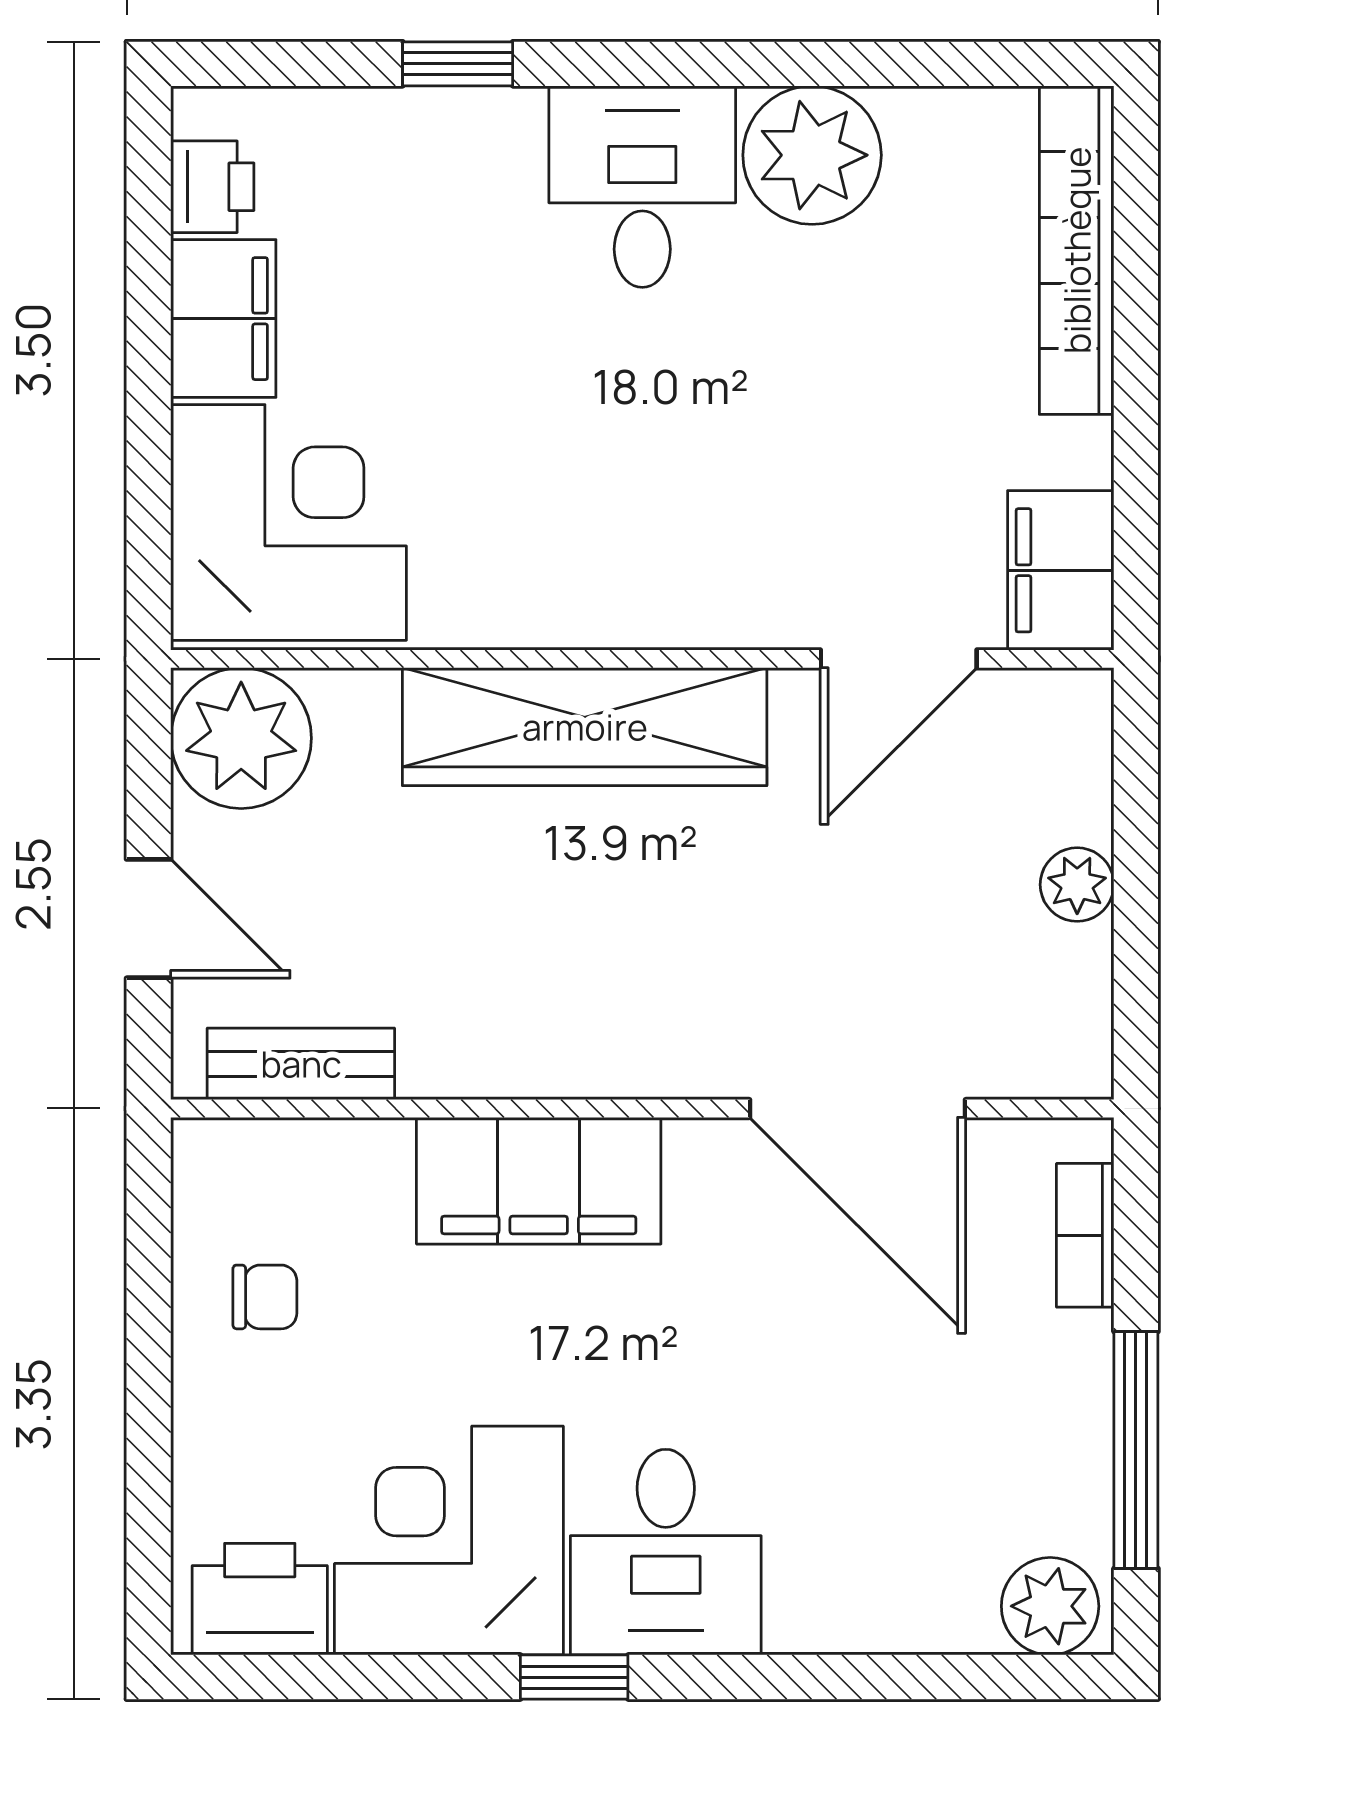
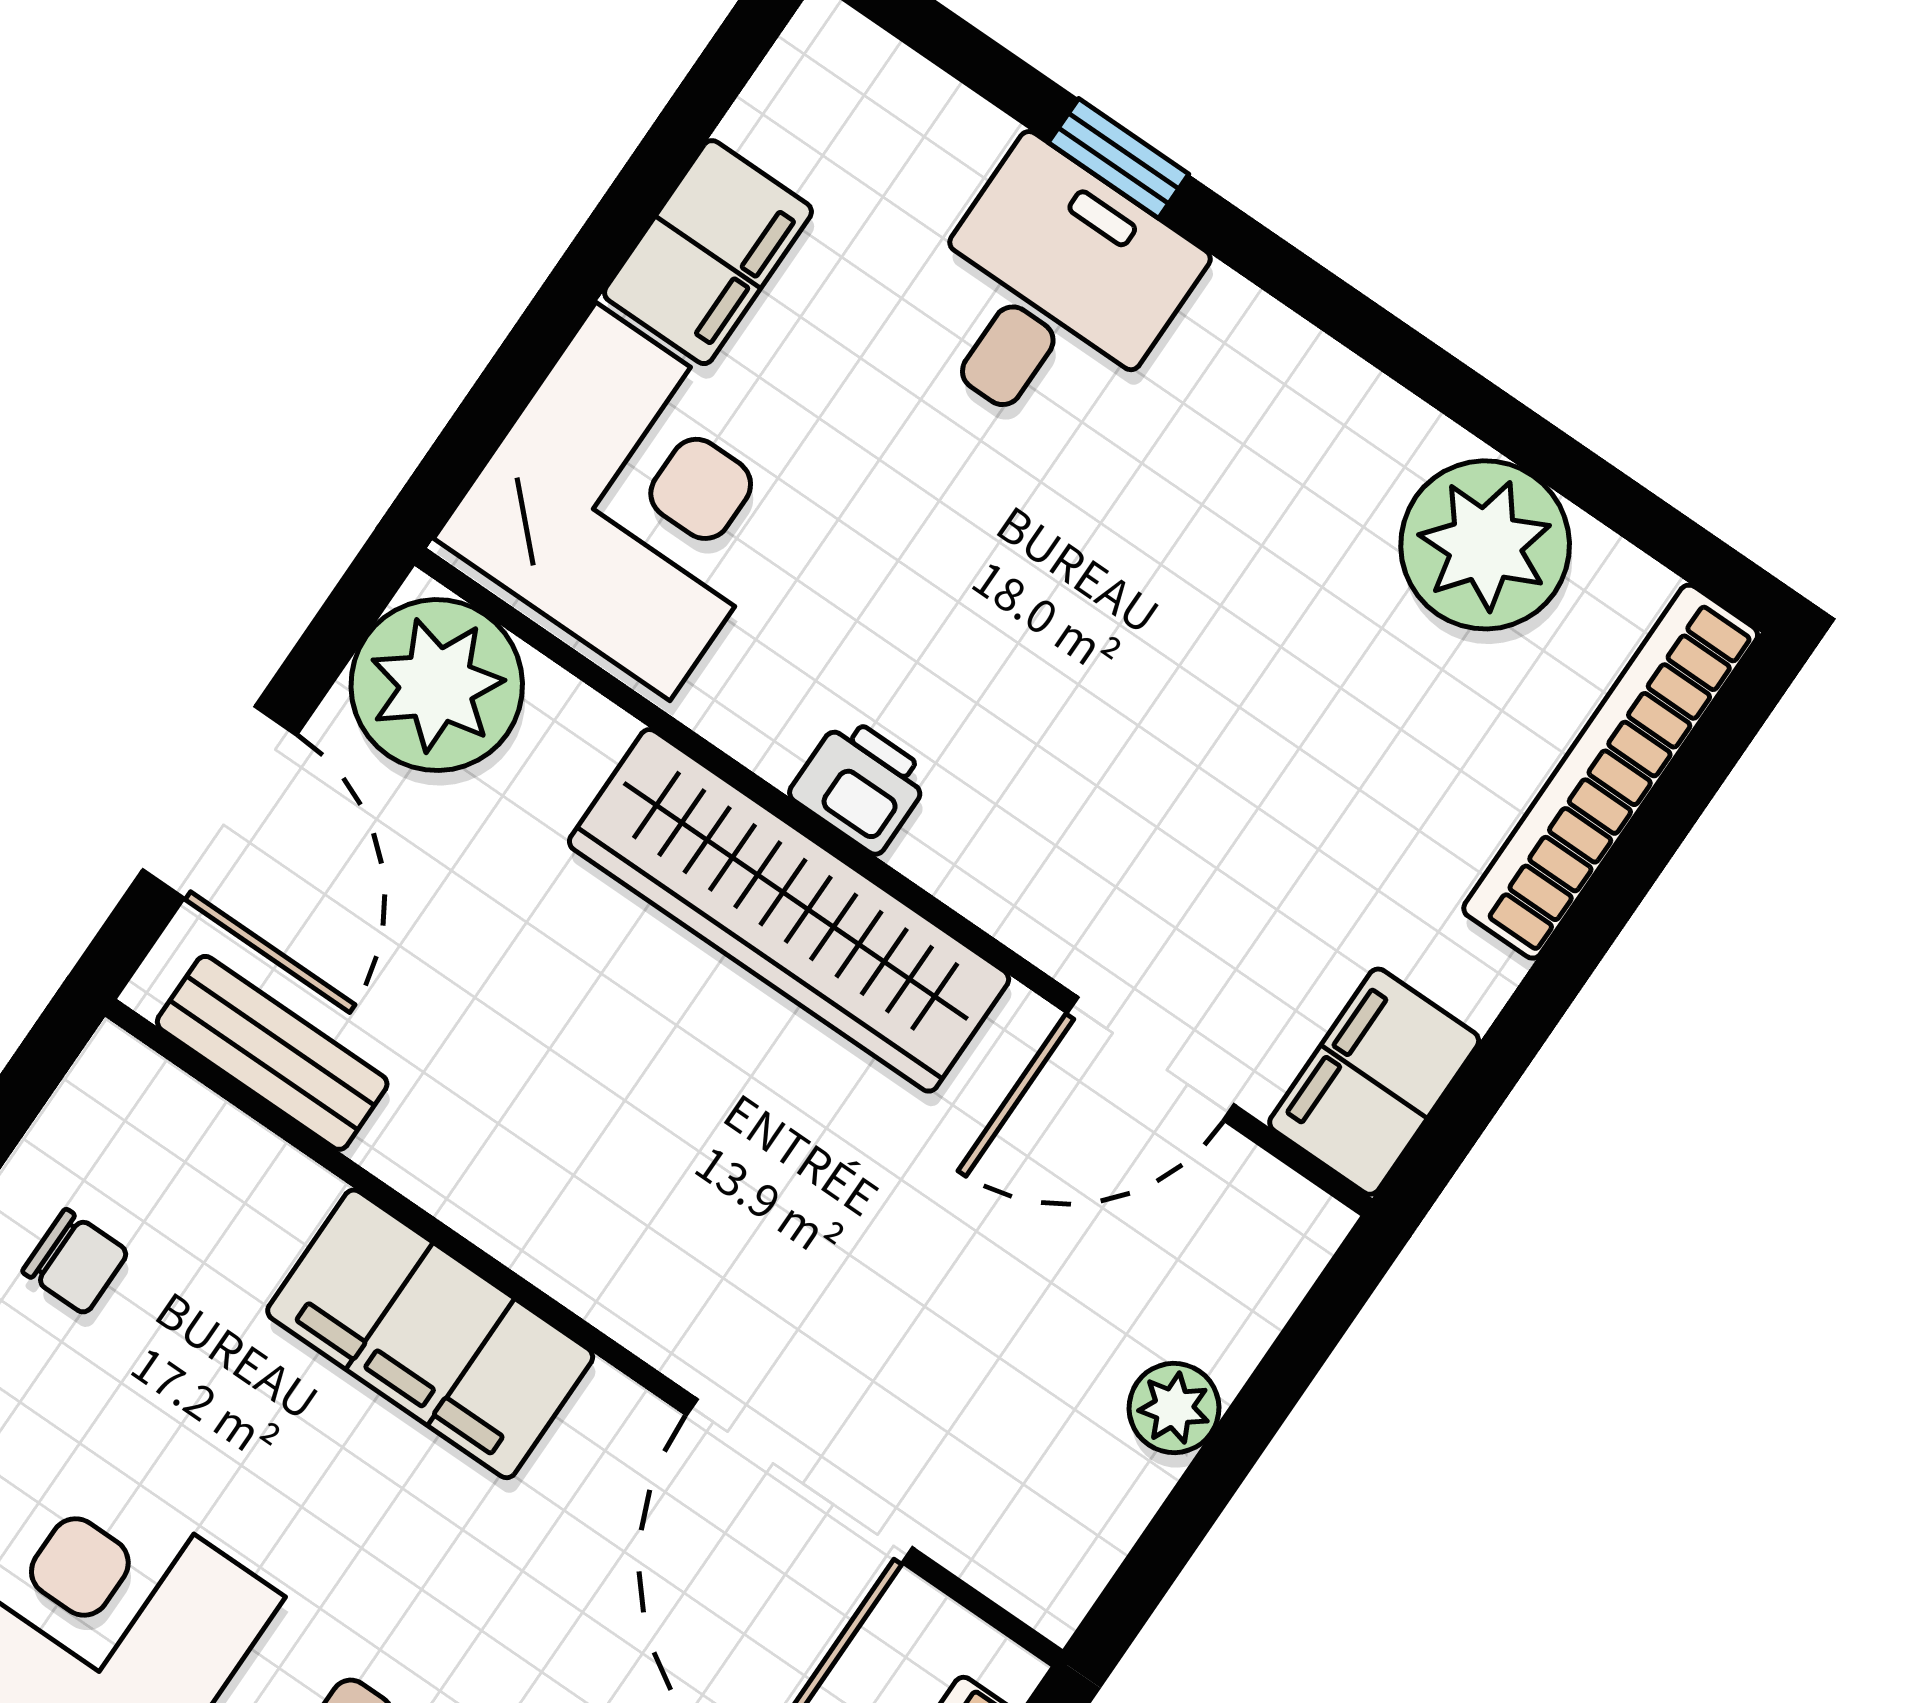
plant: (812, 155) -> (1485, 545), moved
printer: (212, 187) -> (860, 785), moved, turned -90
desk: (642, 187) -> (1051, 293), moved
door: (149, 919) -> (220, 802), width x1.38

